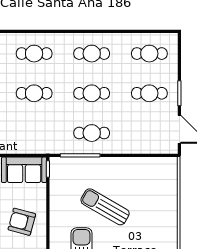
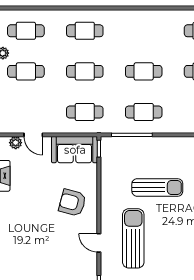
cafe table: (92, 54) -> (85, 112), moved
sun lounger: (105, 207) -> (157, 187), turned 150

